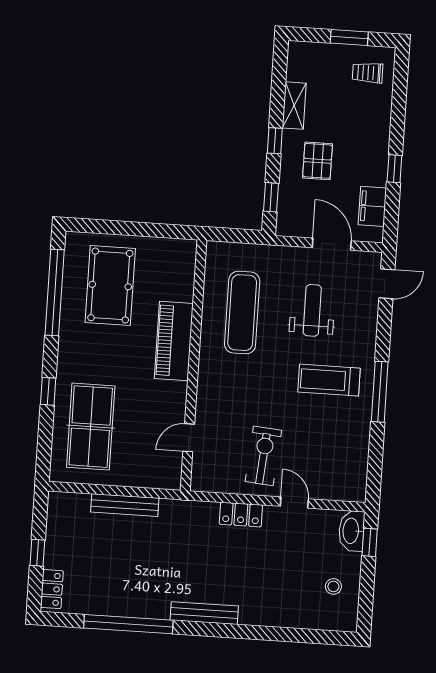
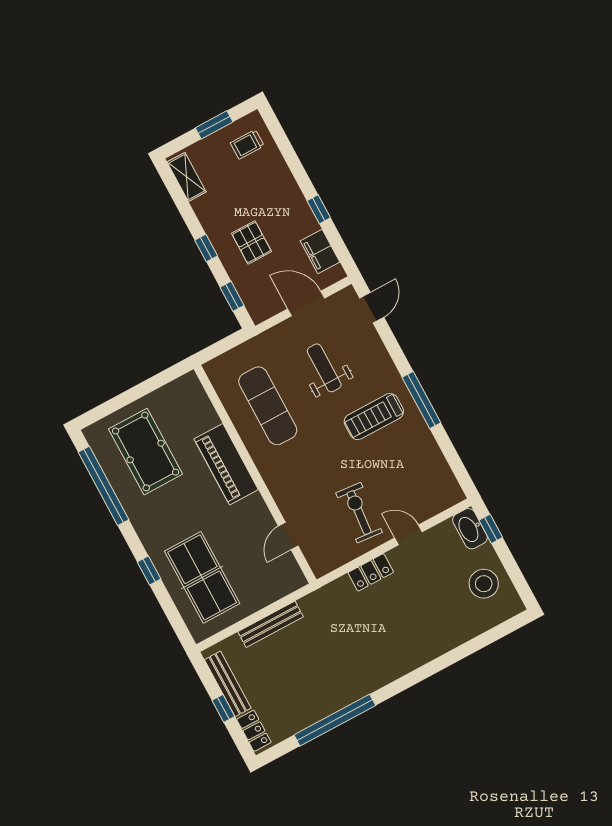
shelving: (294, 106) -> (187, 177), moved
stool: (333, 586) -> (484, 584), width x1.89, depth x1.89
bench: (204, 613) -> (228, 684), moved, turned 90

